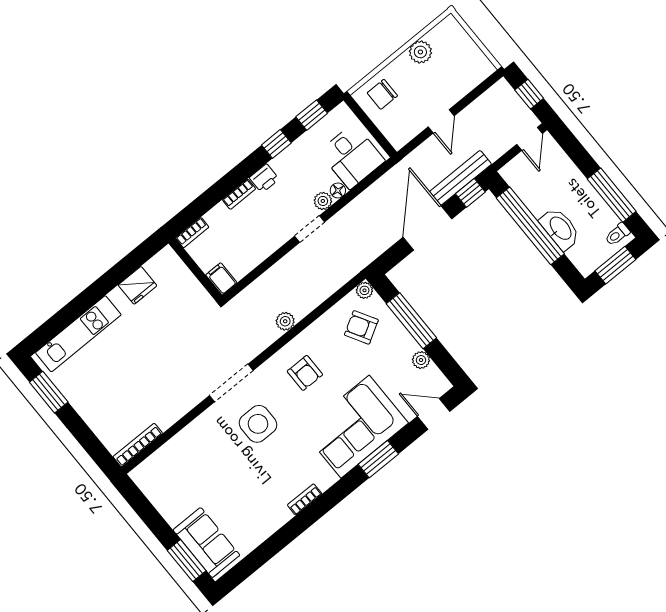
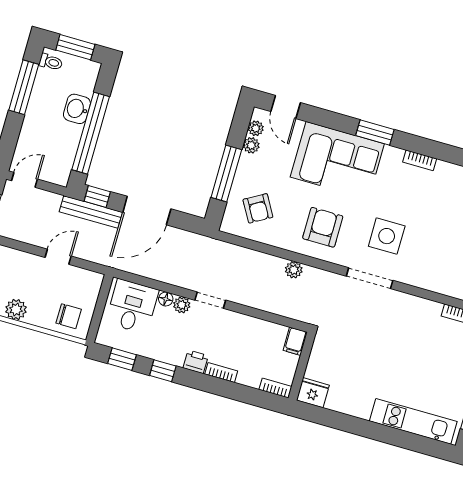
washbasin: (560, 229) -> (77, 109), width x0.72
fridge: (137, 285) -> (313, 393), moved
plant: (364, 290) -> (256, 128), moved
armchair: (305, 373) -> (323, 227), width x1.38, depth x1.38
window: (378, 459) -> (375, 133), moved

